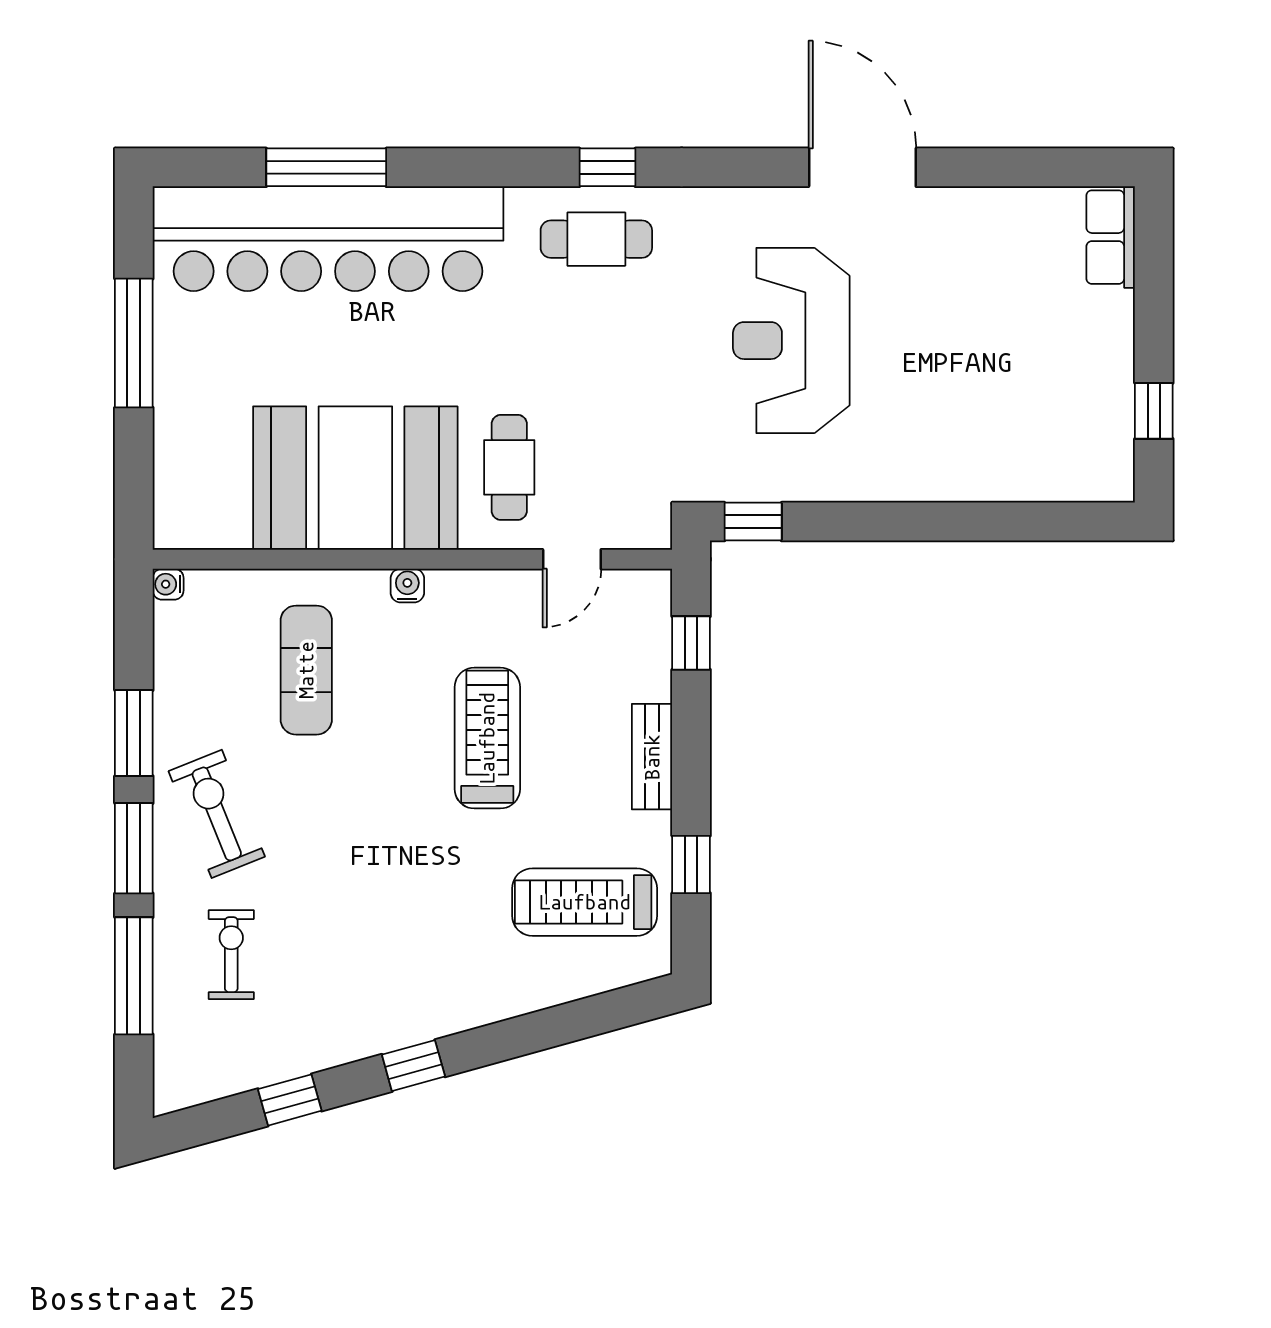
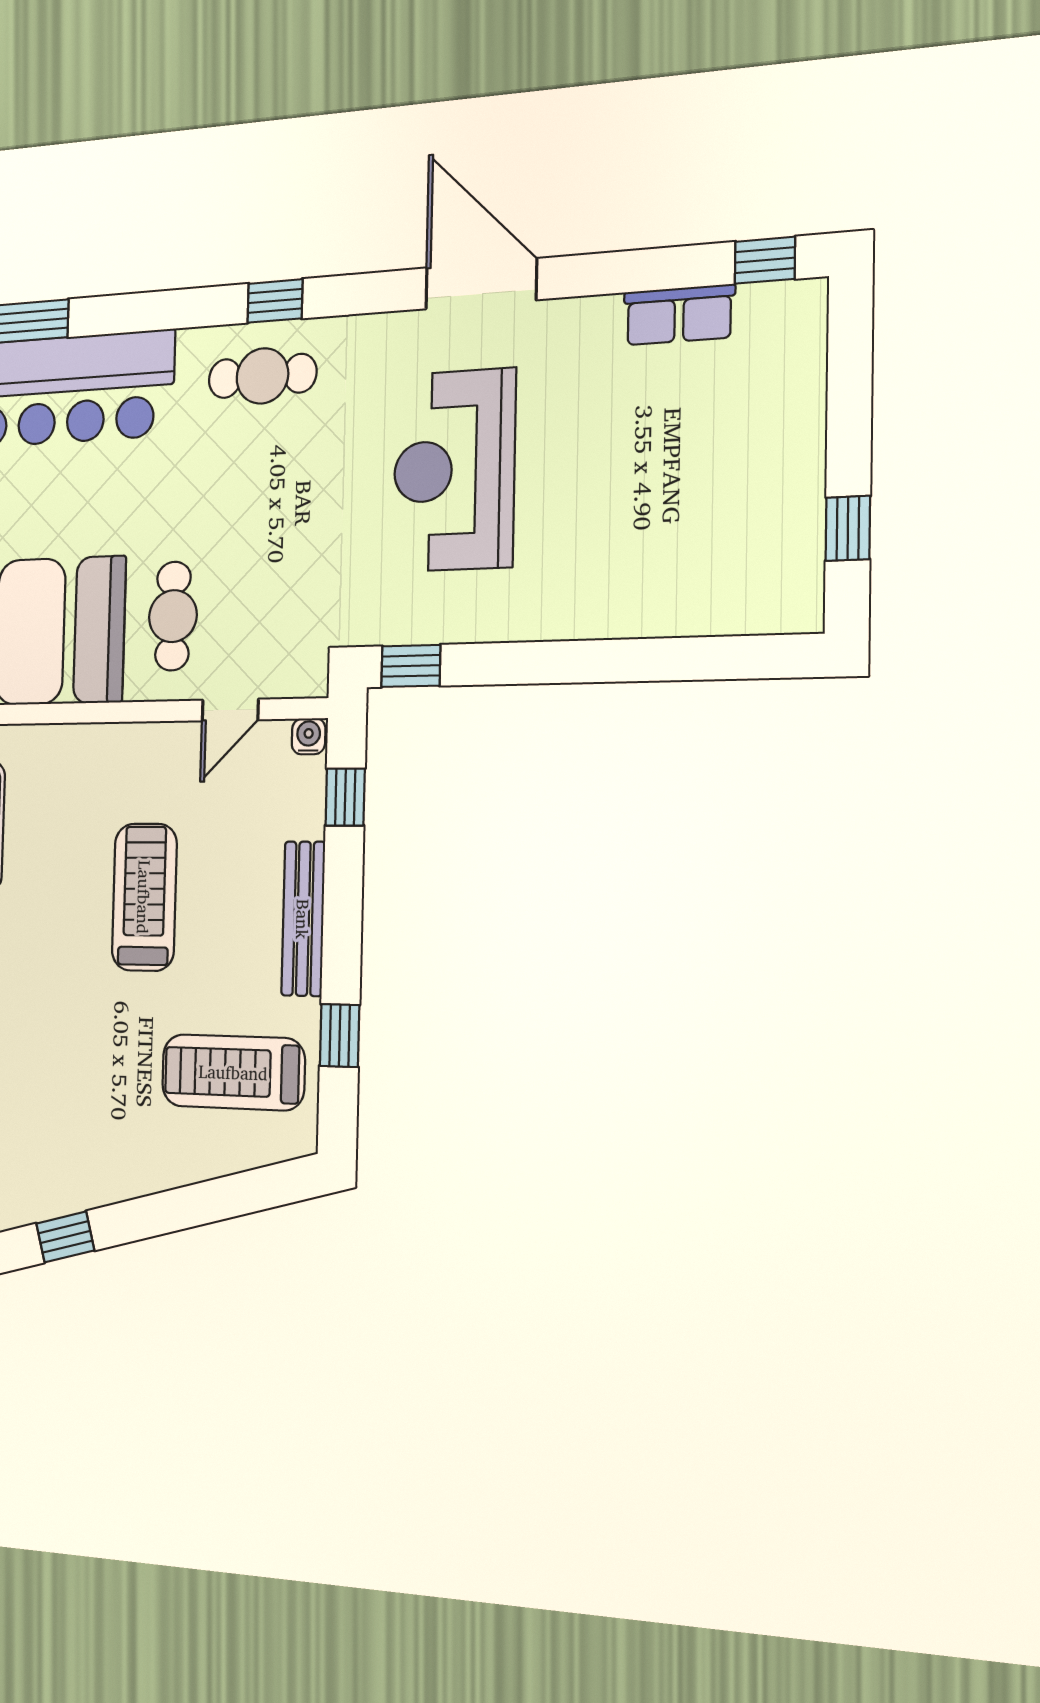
door: (862, 167) -> (481, 284), moved
window: (1078, 167) -> (765, 260), added
row of seats: (1111, 237) -> (679, 315), moved, turned -90
water cooler: (407, 586) -> (309, 736), moved
bench: (652, 757) -> (303, 919), width x1.36

